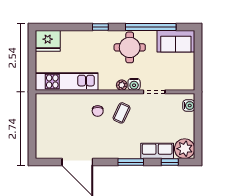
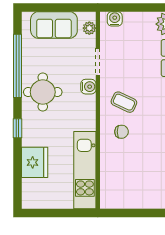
fridge: (48, 41) -> (35, 162), moved
sofa: (176, 41) -> (54, 25), moved, turned 90
plant: (122, 85) -> (89, 28), moved

